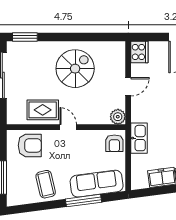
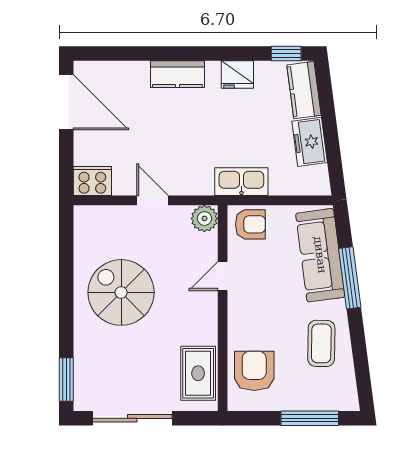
rug: (43, 110) -> (198, 373), moved
door: (68, 127) -> (223, 276), moved
coffee table: (46, 184) -> (321, 343), turned -76

